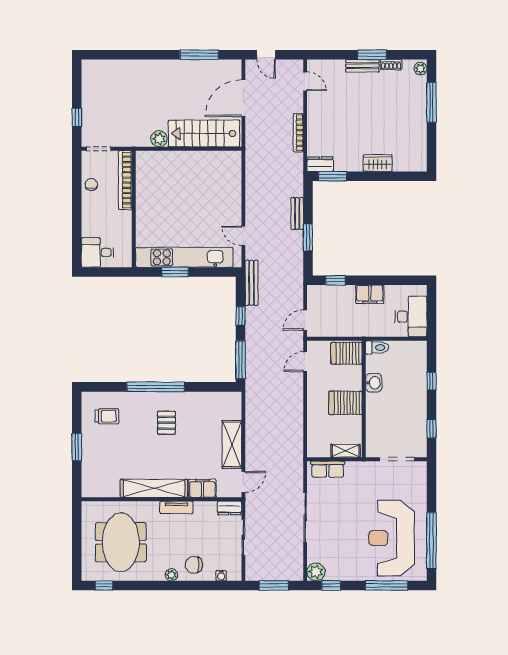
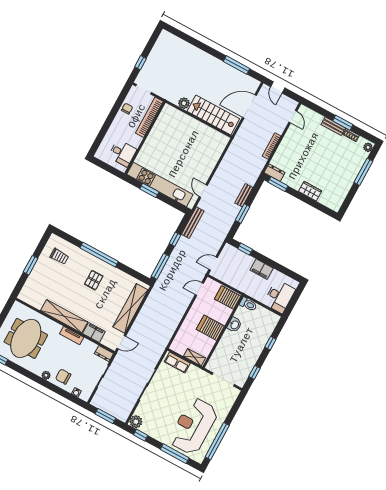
desk: (98, 252) -> (122, 153), moved, turned 180
shelving: (232, 444) -> (130, 308), width x1.47

